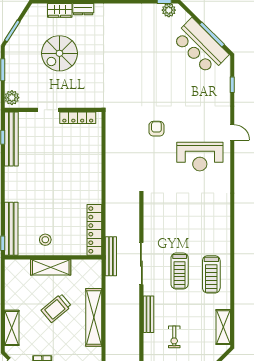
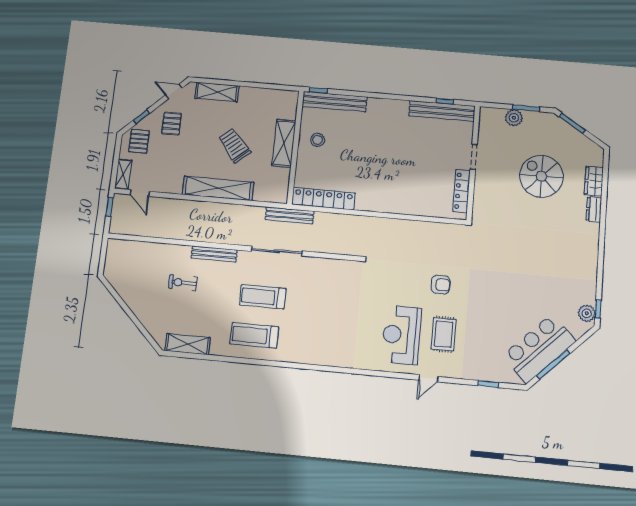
plant: (12, 98) -> (514, 118), moved
rug: (196, 123) -> (444, 334), added

